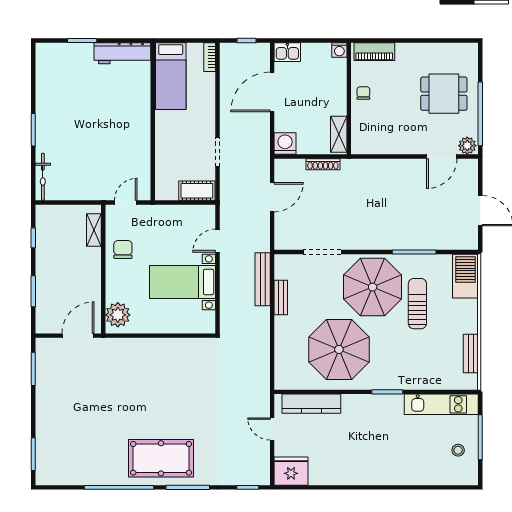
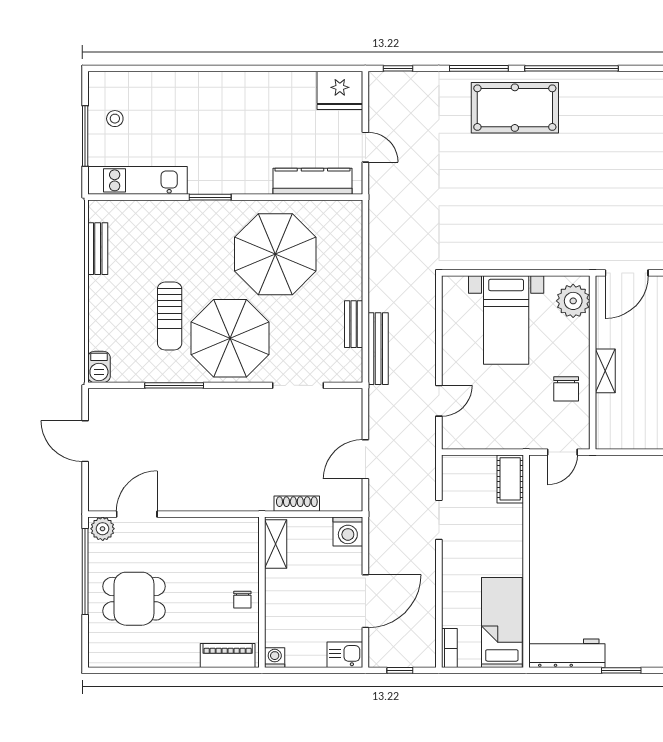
cot: (197, 191) -> (510, 479), moved, turned 90
shelving: (94, 230) -> (605, 371), moved
barbecue: (465, 276) -> (99, 367), width x0.53, depth x0.65
bed with nightstands: (183, 282) -> (506, 320), moved, turned 90

